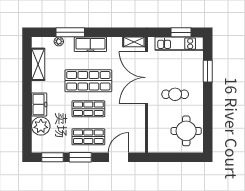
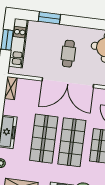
double door: (146, 78) -> (68, 83), moved
shop shelf: (88, 109) -> (72, 142), width x1.43, depth x1.36

